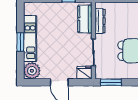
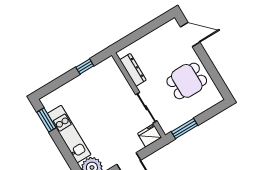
kitchen counter: (85, 19) -> (115, 78), removed
window: (20, 42) -> (46, 120), moved

